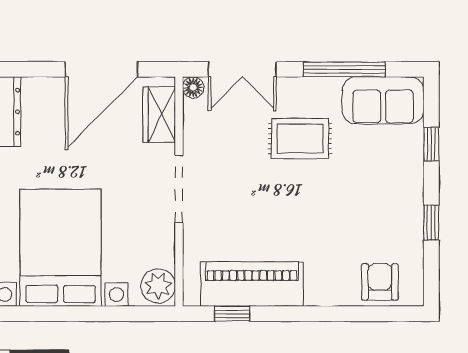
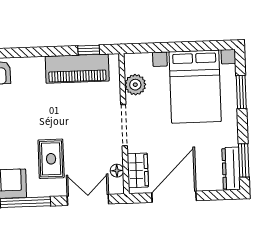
floor lamp: (193, 87) -> (117, 171), moved
rug: (300, 139) -> (51, 159), turned 90
plant: (158, 286) -> (135, 85), moved

